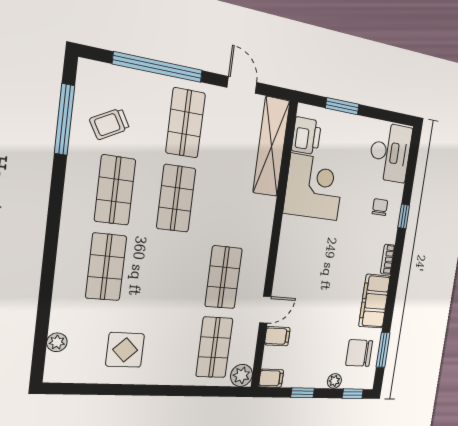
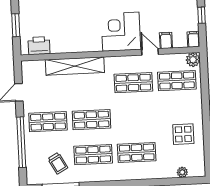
shelving: (271, 147) -> (75, 66), moved
corner desk: (314, 187) -> (121, 32), moved

